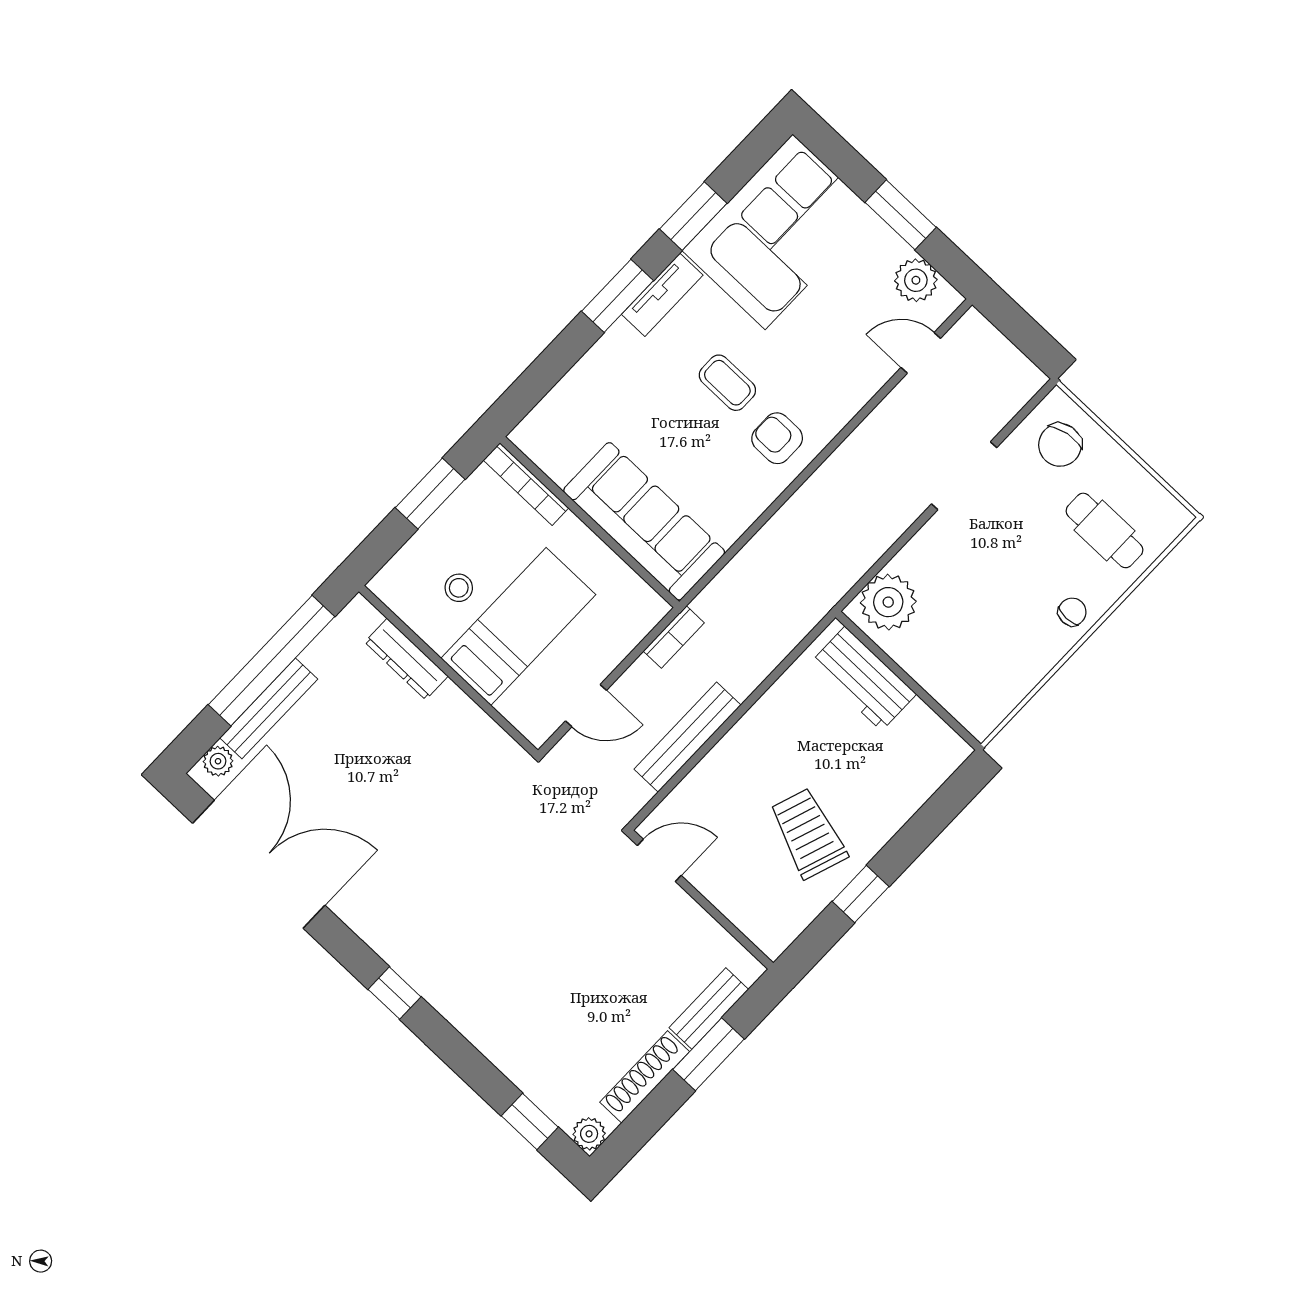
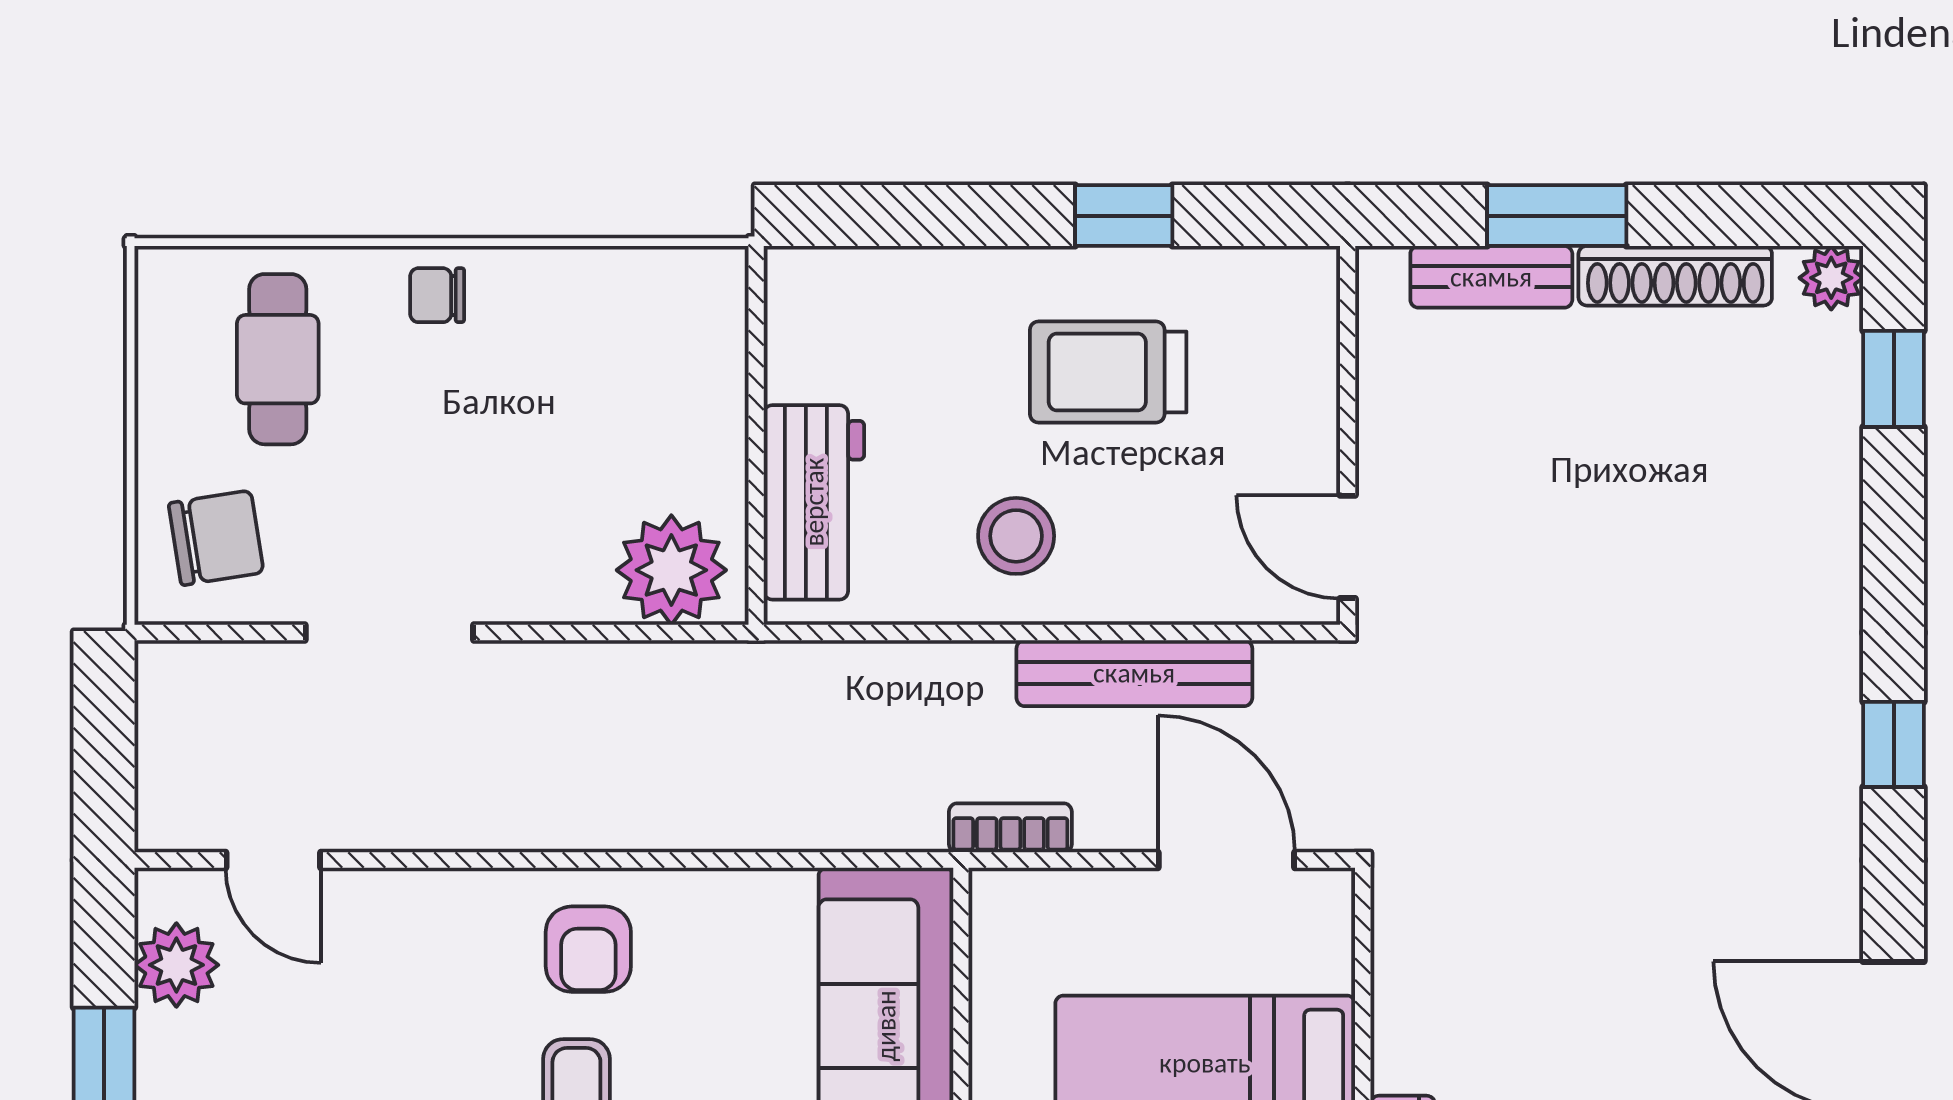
door: (586, 706) -> (1226, 860), width x1.38
stool: (780, 742) -> (1016, 536), added
trolley: (808, 833) -> (1108, 372), turned 71

